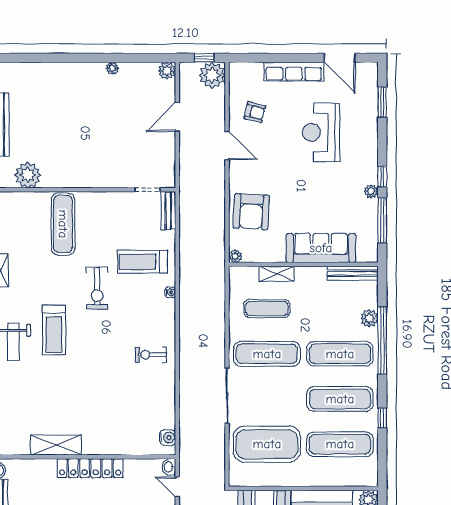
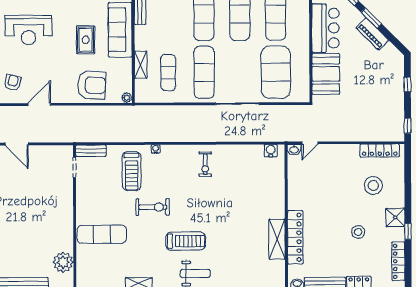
rug: (308, 204) -> (86, 40), added
locker: (90, 468) -> (295, 237), moved

